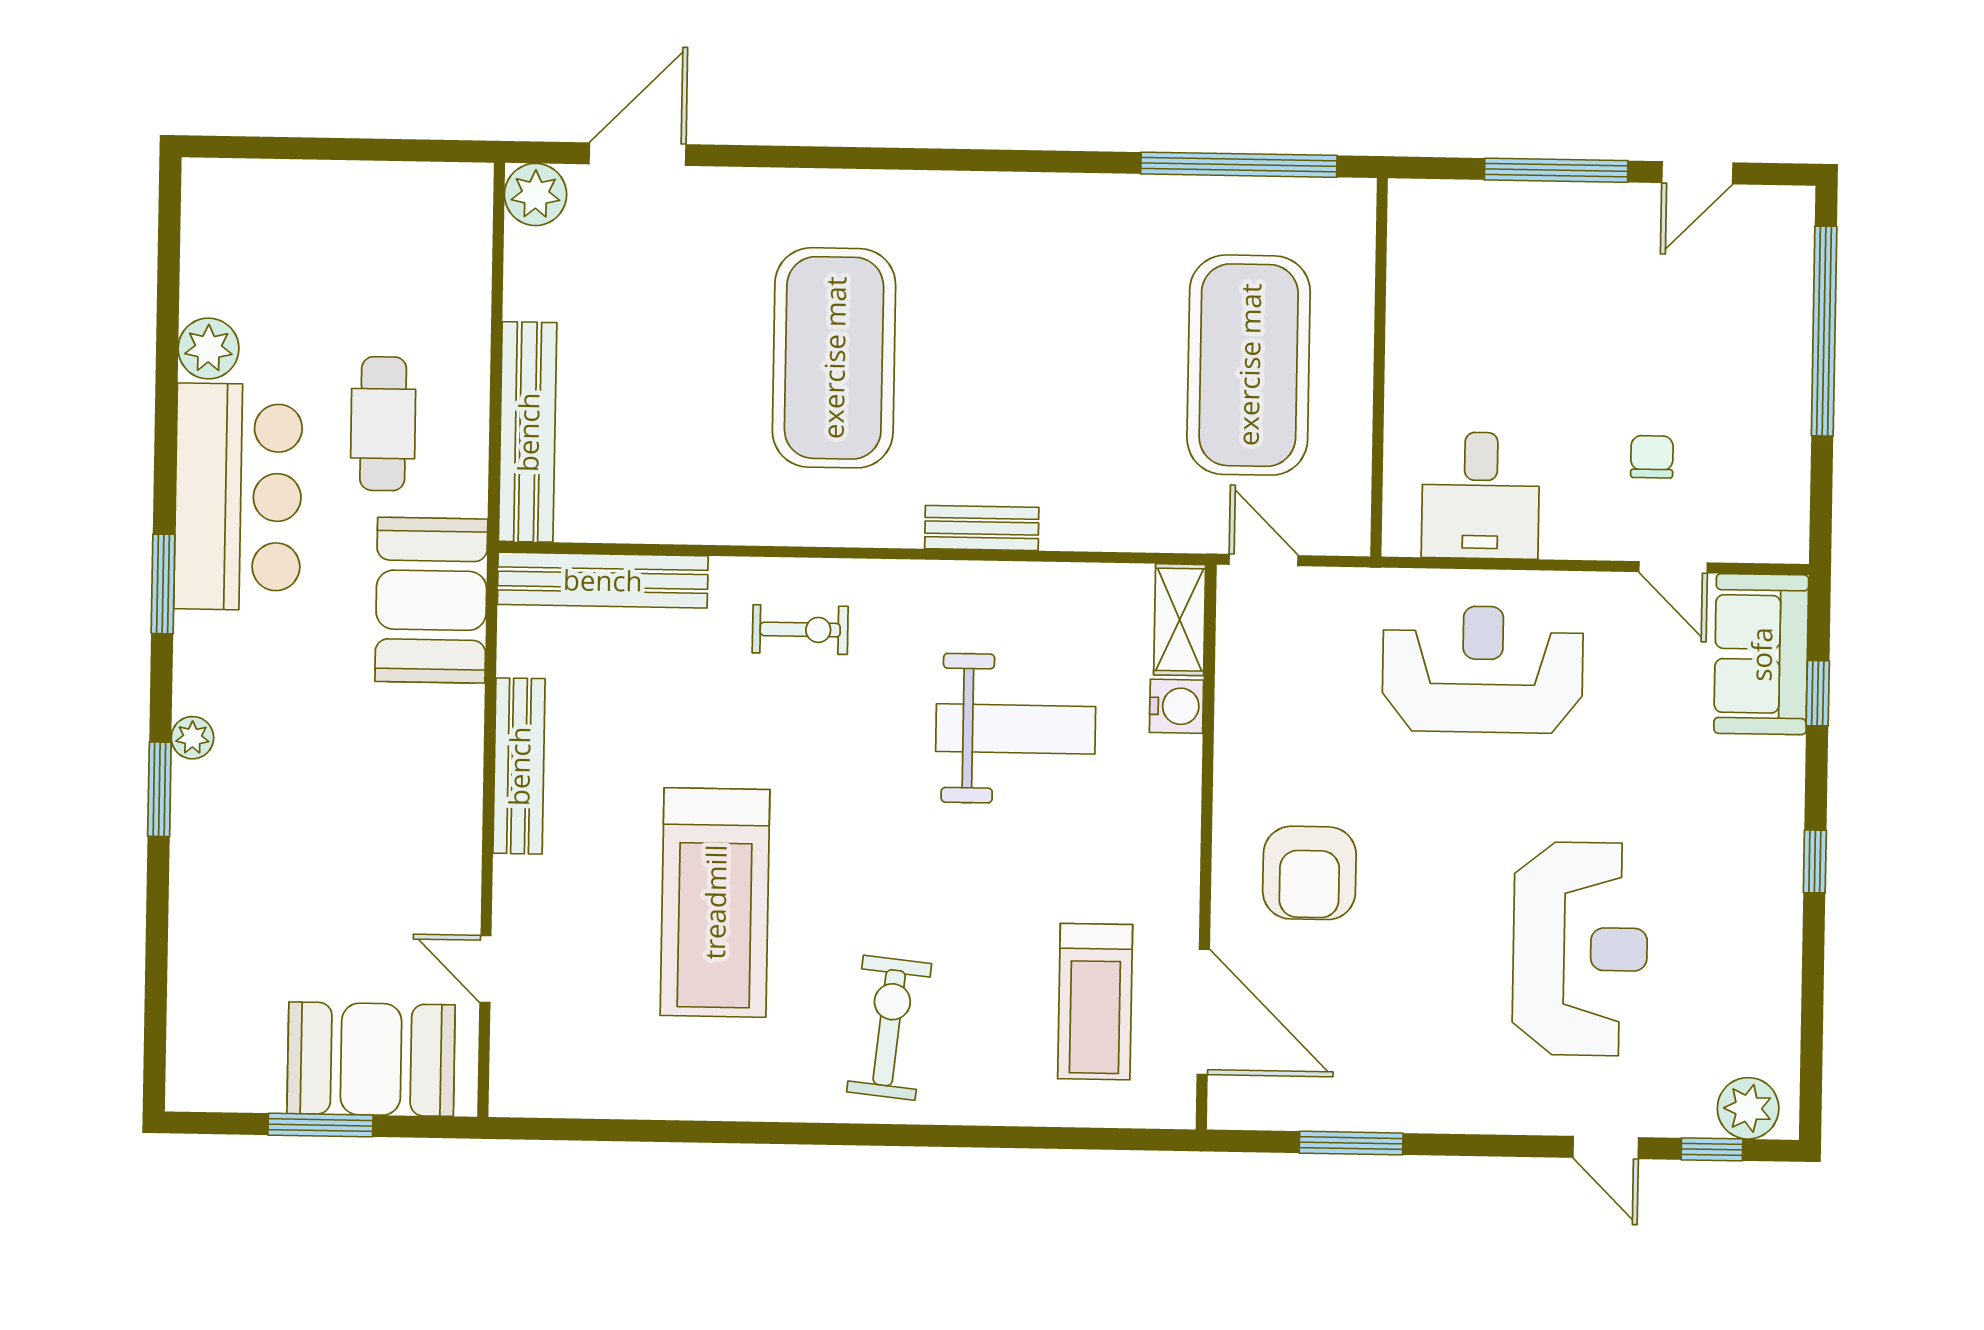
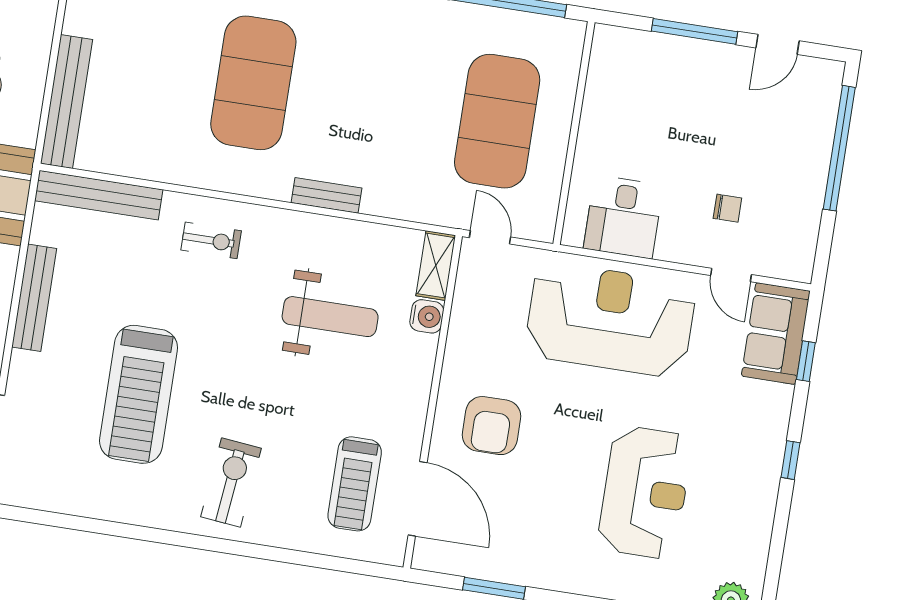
chair: (1652, 457) -> (727, 208), turned 90
reception desk: (1483, 669) -> (610, 320), width x1.36, depth x1.30

